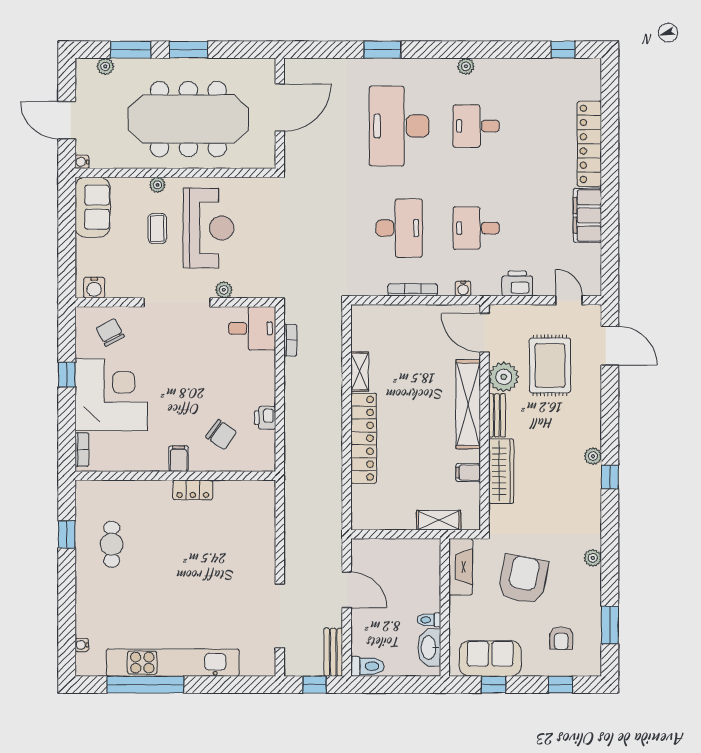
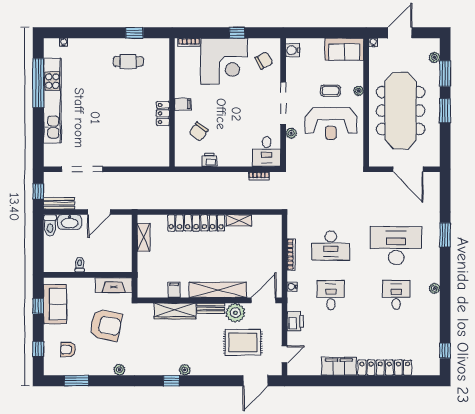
shelving: (439, 520) -> (144, 237), moved
washbasin: (429, 647) -> (70, 222), moved, turned 180

